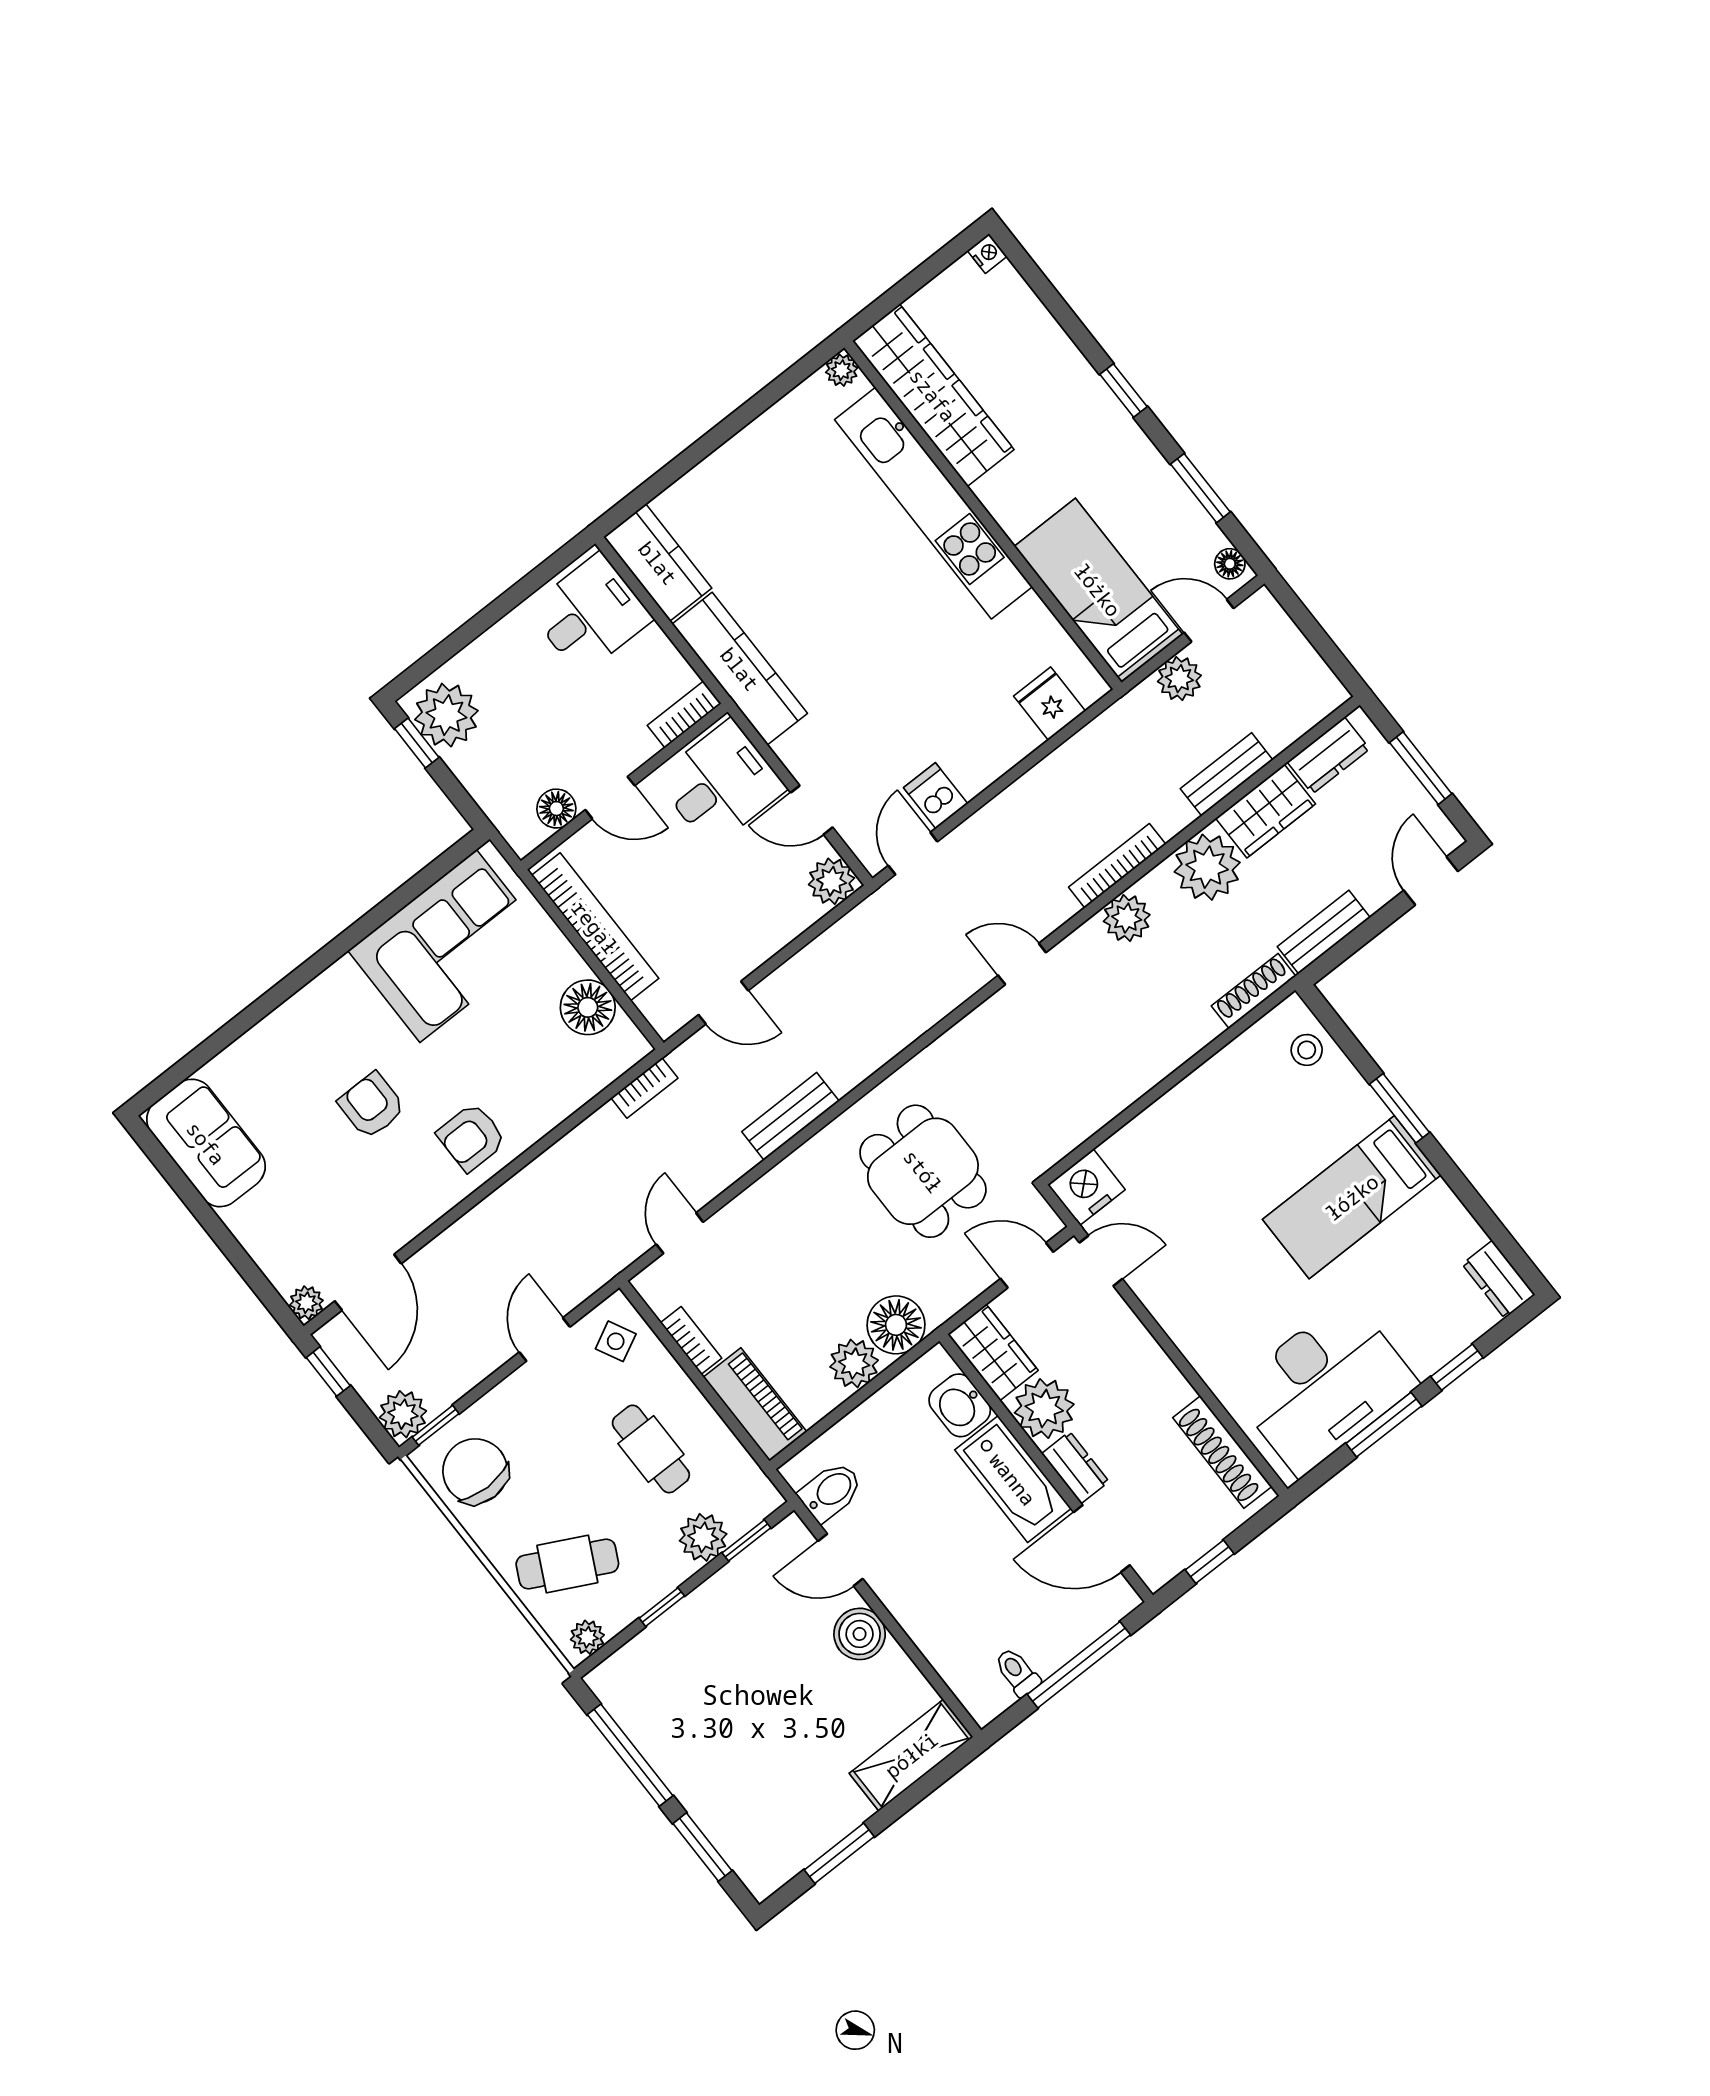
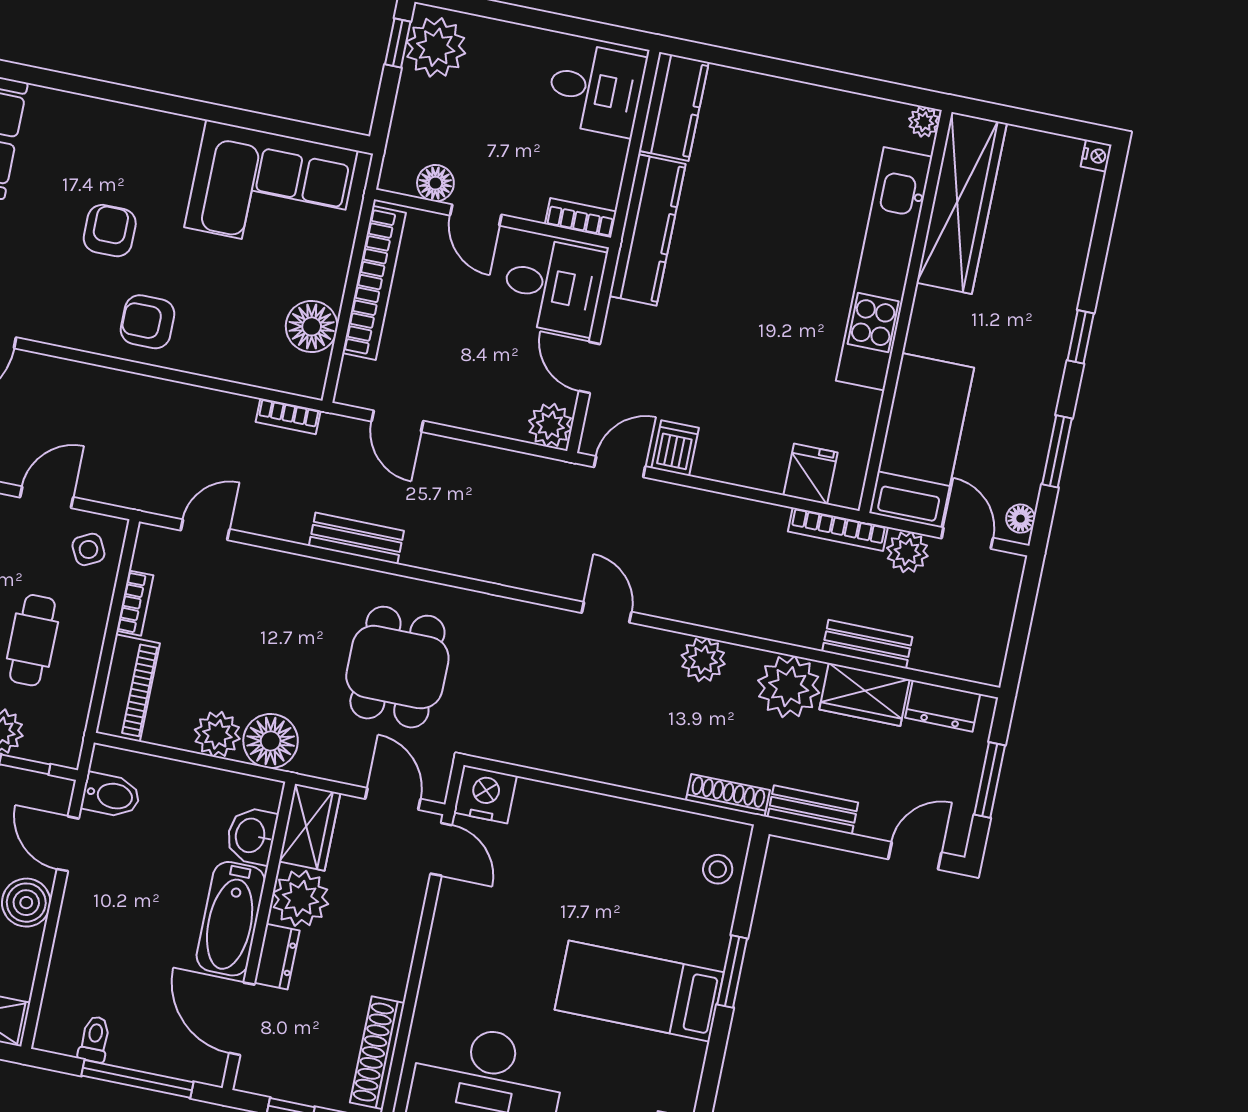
bookcase: (1117, 866) -> (838, 529), moved, turned 180

